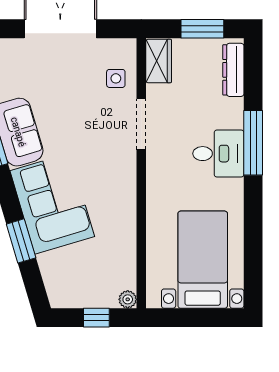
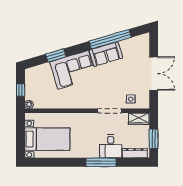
desk: (218, 154) -> (111, 146), moved

